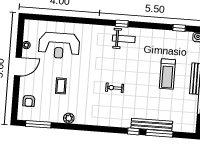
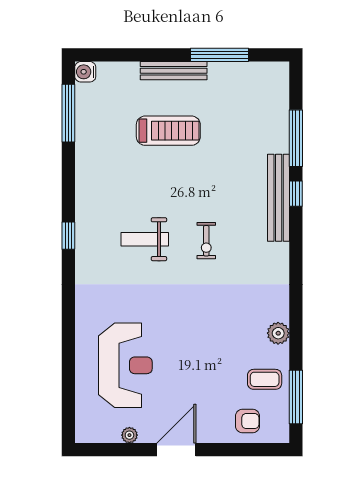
window: (179, 28) -> (68, 113), width x2.17
weight bench: (124, 39) -> (145, 239), moved, turned -90
door: (18, 66) -> (176, 450), hinge flipped
coffee table: (61, 86) -> (265, 379), moved
bench: (152, 125) -> (279, 198), moved

